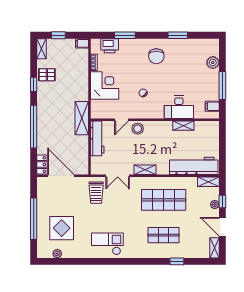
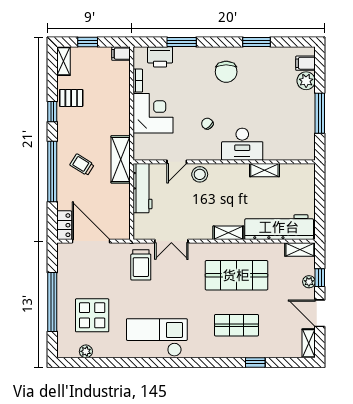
filing cabinet: (212, 106) -> (305, 63), moved
desk: (179, 107) -> (242, 144), moved
trolley: (55, 122) -> (82, 165), added
shelving: (145, 170) -> (228, 233), moved
checkout: (107, 244) -> (157, 338), width x1.36, depth x1.21

